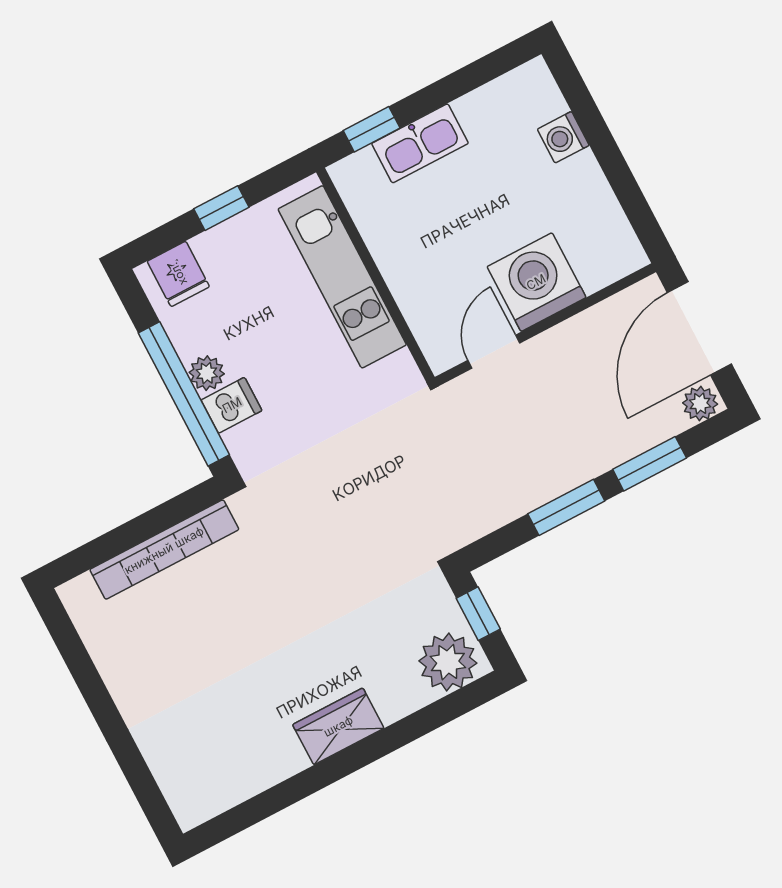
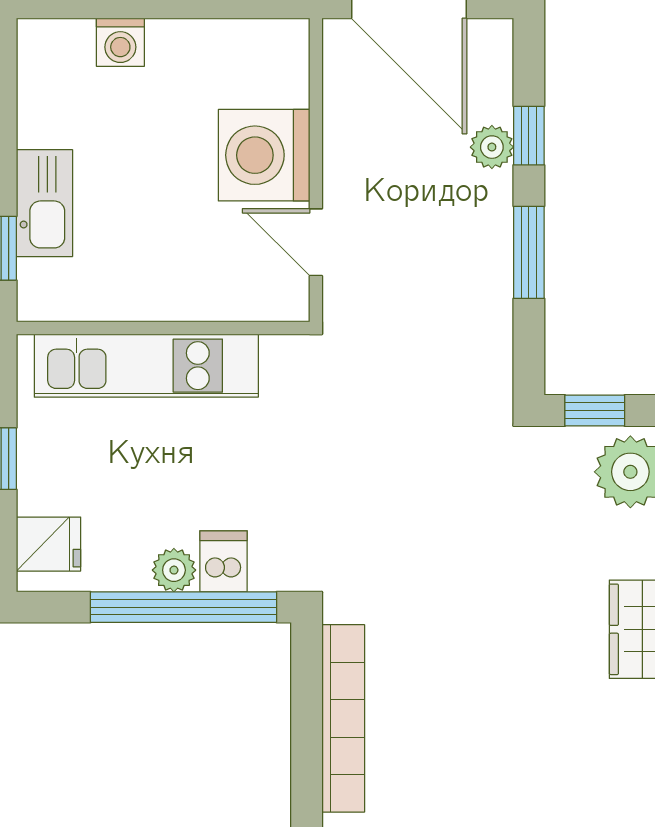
plant: (700, 404) -> (492, 147), moved
window: (650, 464) -> (529, 136), width x0.67

